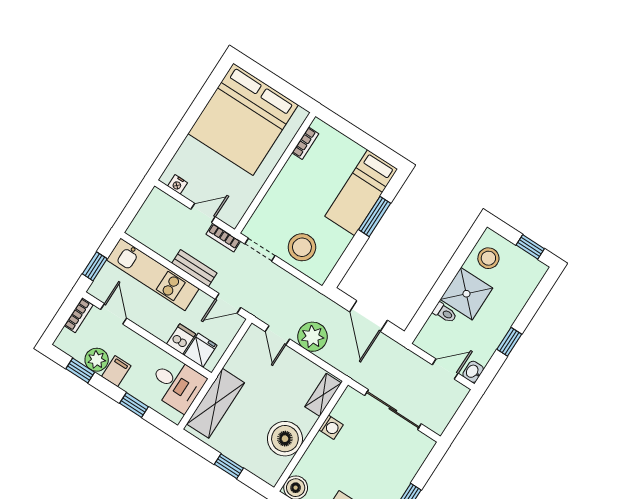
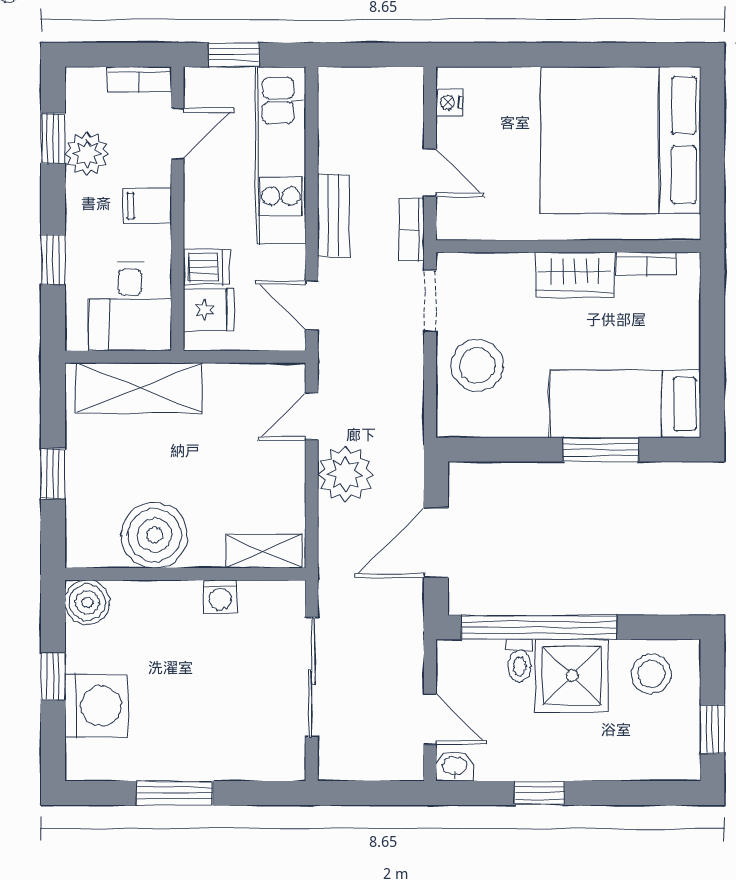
wardrobe: (290, 178) -> (575, 275), added
window: (436, 295) -> (539, 627), added
filing cabinet: (116, 371) -> (147, 206), moved, turned 180

